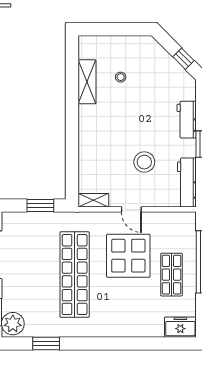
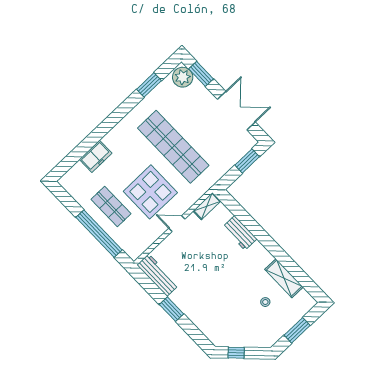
window: (117, 29) -> (297, 330), added
workbench: (187, 120) -> (240, 233), moved, turned 180
stool: (144, 162) -> (198, 262), removed
window: (40, 206) -> (247, 161), moved
freezer: (180, 327) -> (96, 156), moved

